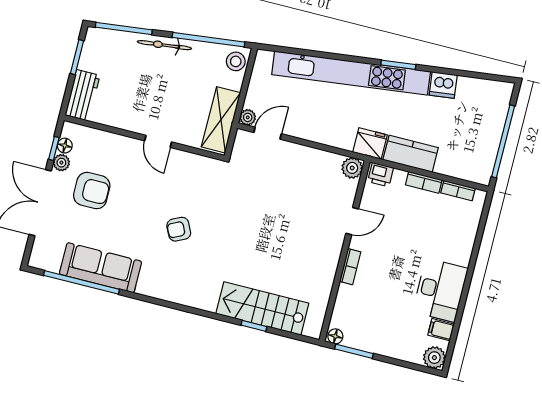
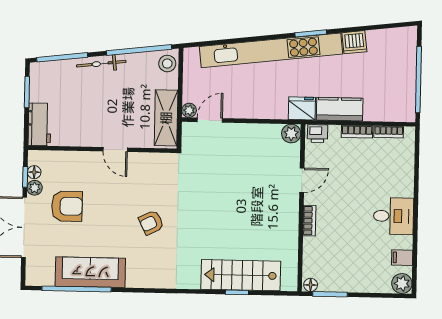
desk: (440, 290) -> (394, 216), width x0.73

